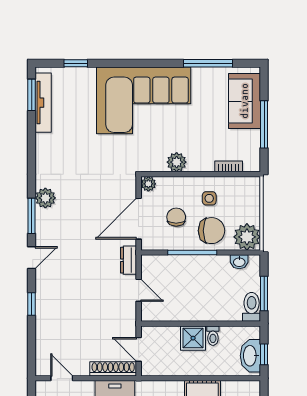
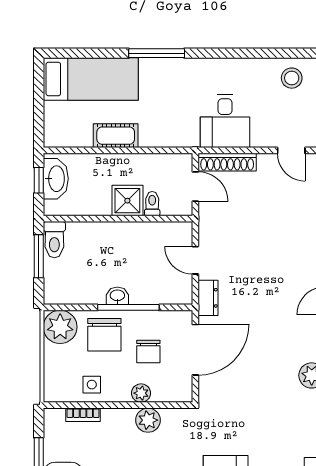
plant: (148, 184) -> (141, 393), moved
side table: (209, 198) -> (92, 385), moved
chair: (212, 231) -> (104, 335), turned -90
washbasin: (239, 262) -> (117, 296), moved
toilet: (213, 336) -> (152, 204), moved

